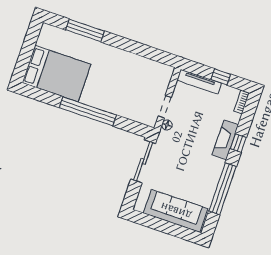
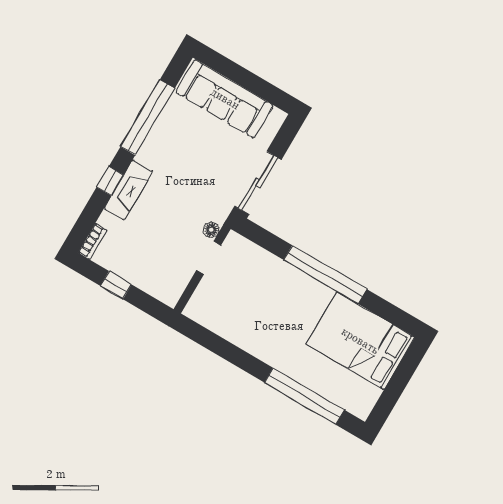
window: (85, 30) -> (304, 396), width x1.46
tv unit: (199, 82) -> (150, 285), removed

